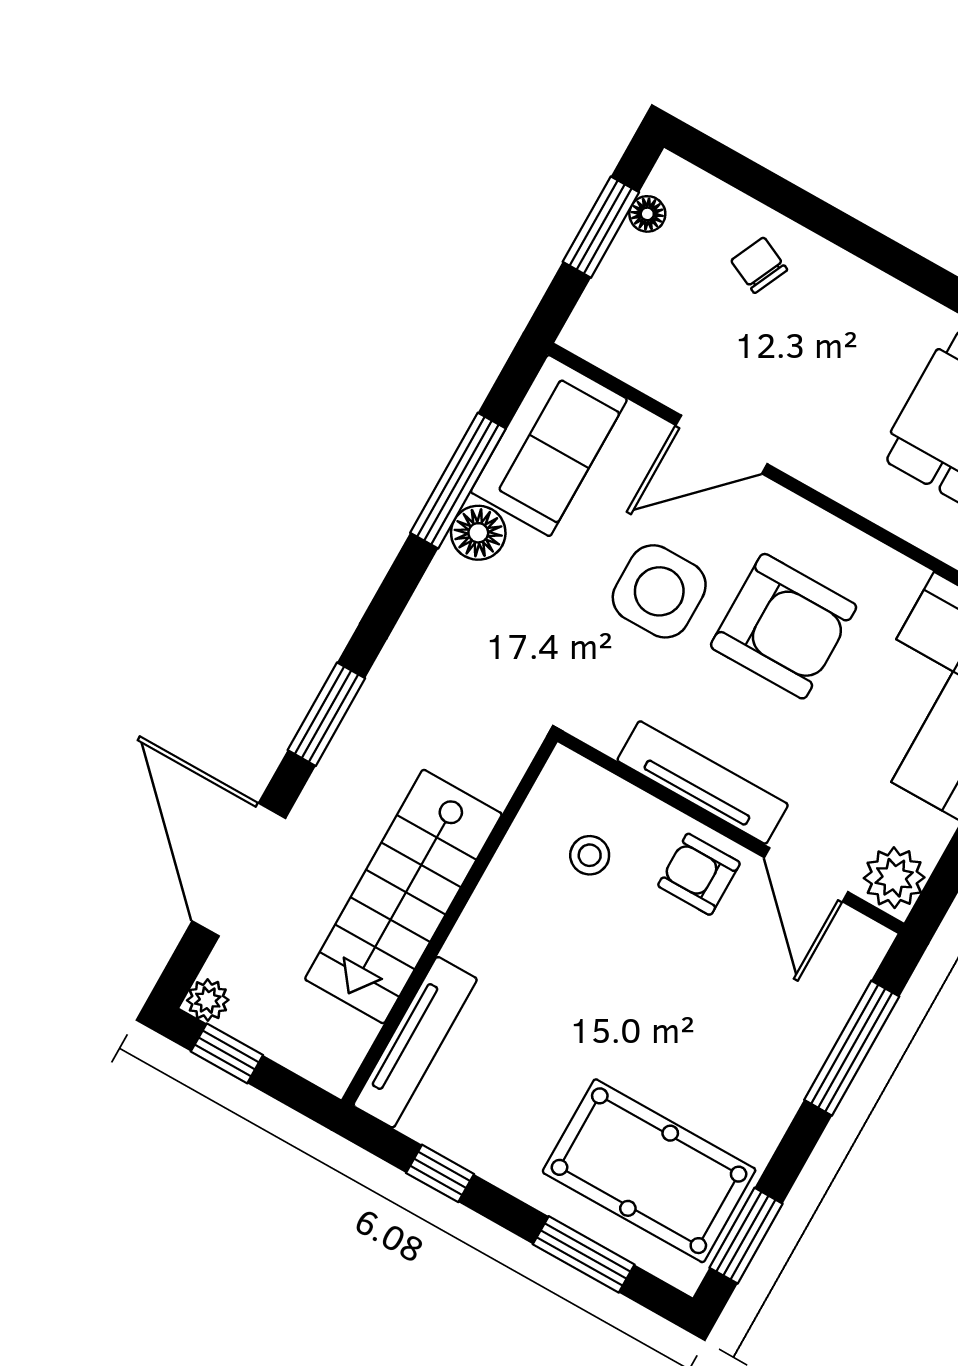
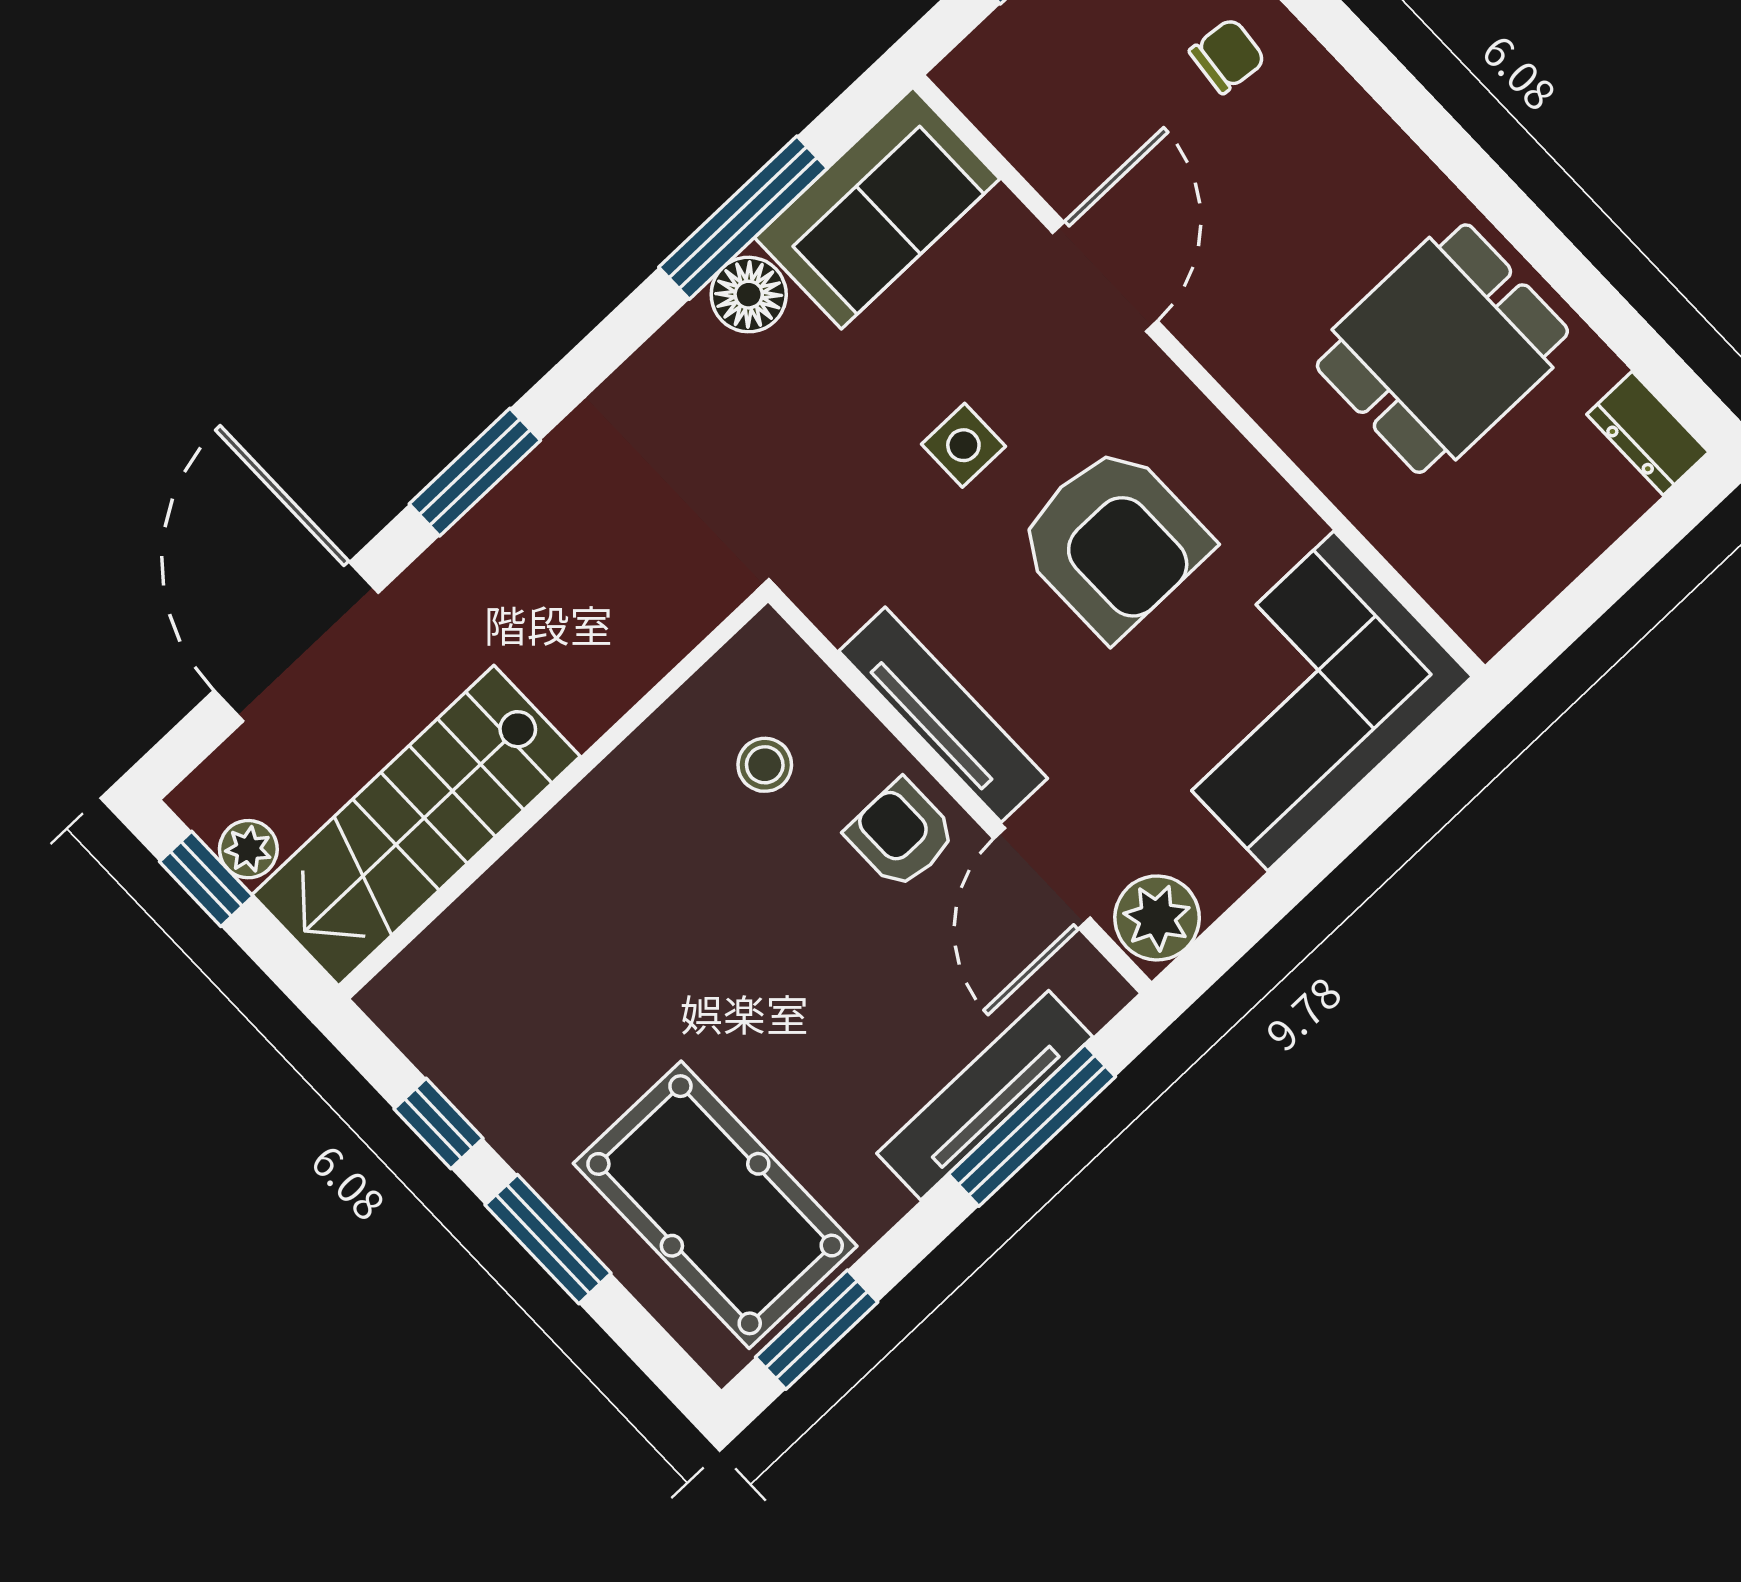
chair: (759, 265) -> (1227, 56), turned 71
door: (721, 444) -> (1105, 277), swing flipped
side table: (659, 591) -> (963, 445), width x0.54, depth x0.54
stairs: (403, 896) -> (416, 826), moved
plant: (208, 1000) -> (248, 849), moved
tv unit: (415, 1042) -> (985, 1095), moved, turned 180
window: (584, 1254) -> (548, 1239), moved

